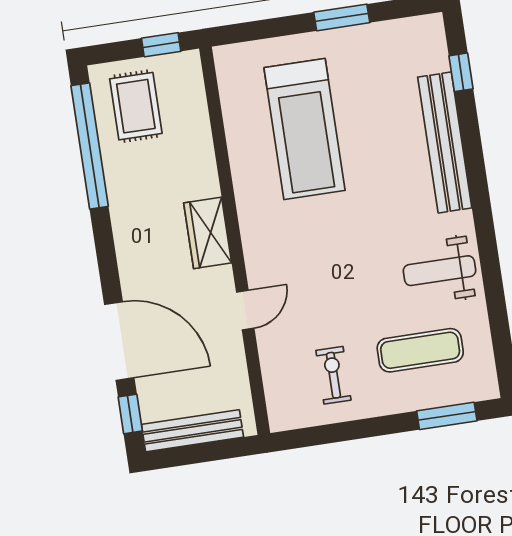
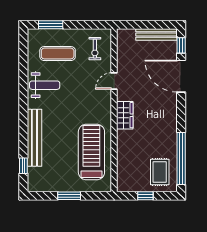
wardrobe: (208, 233) -> (125, 115), moved
wall: (235, 241) -> (114, 110), moved
door: (245, 310) -> (114, 81), moved

